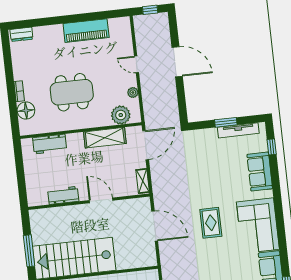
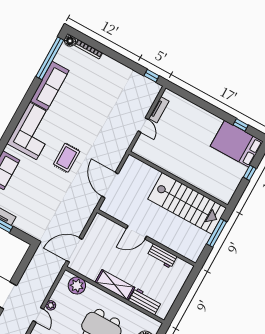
plant: (133, 93) -> (51, 305), moved
shelving: (105, 138) -> (115, 285), moved
shelving: (143, 181) -> (95, 225), removed
door: (101, 200) -> (136, 232), hinge flipped

